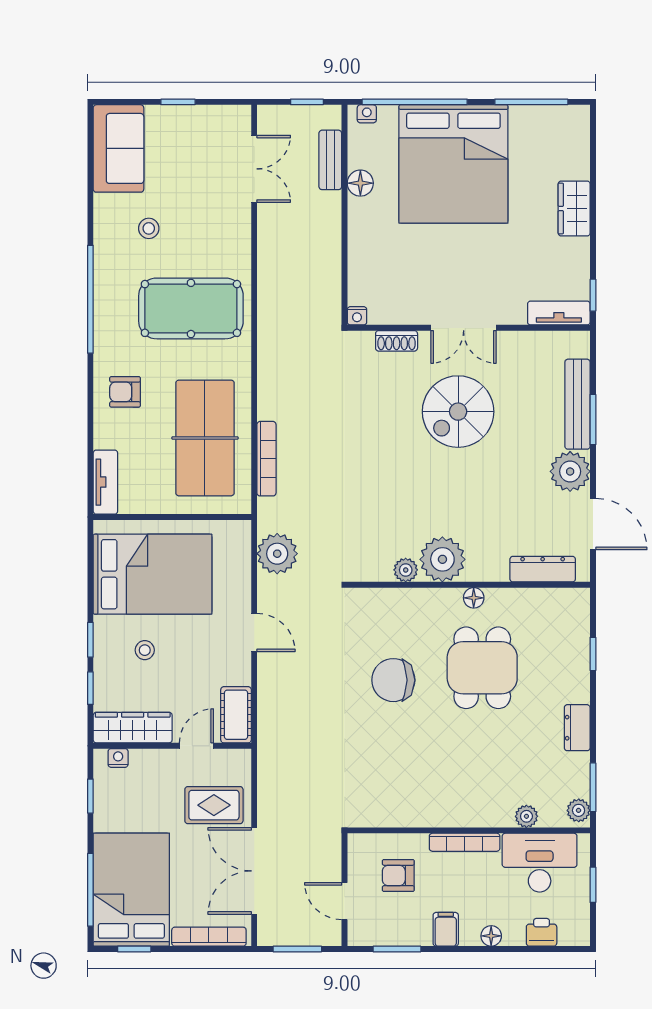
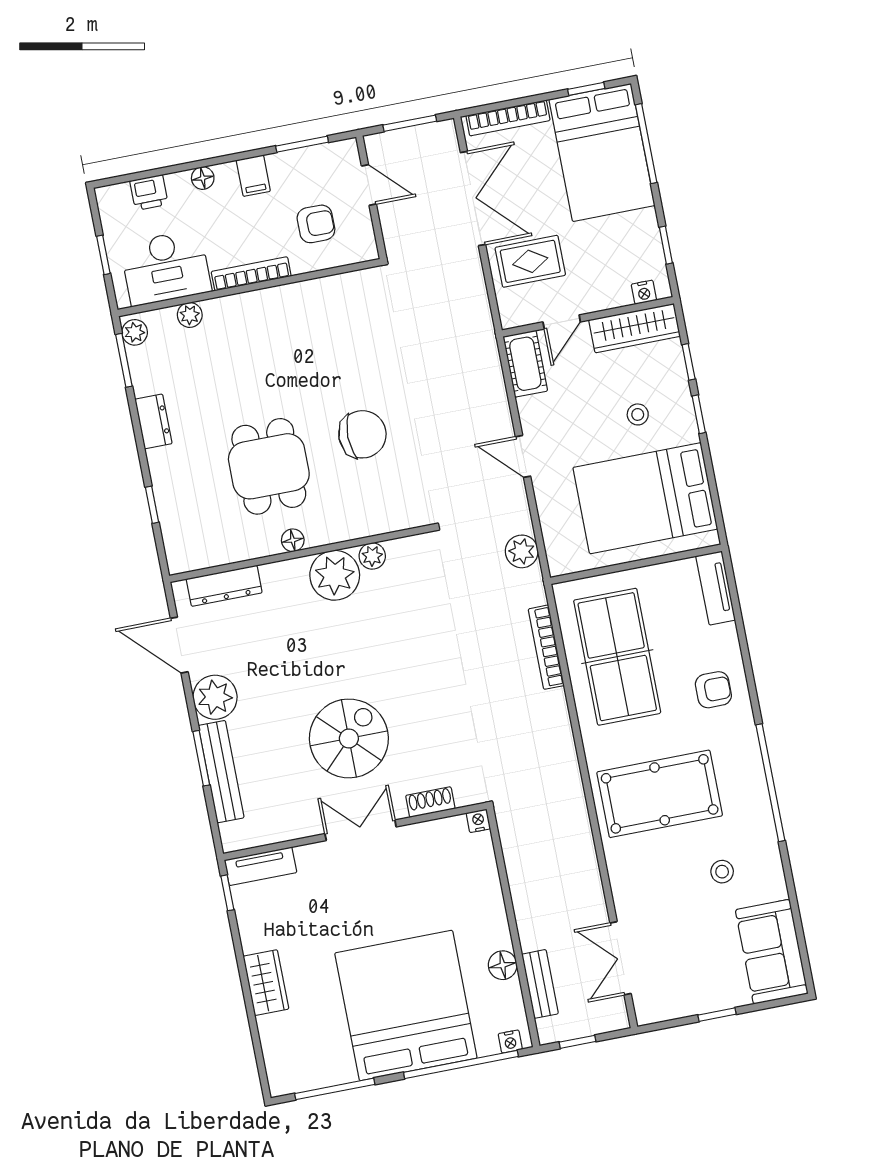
plant: (277, 554) -> (522, 551), width x0.73, depth x0.73

